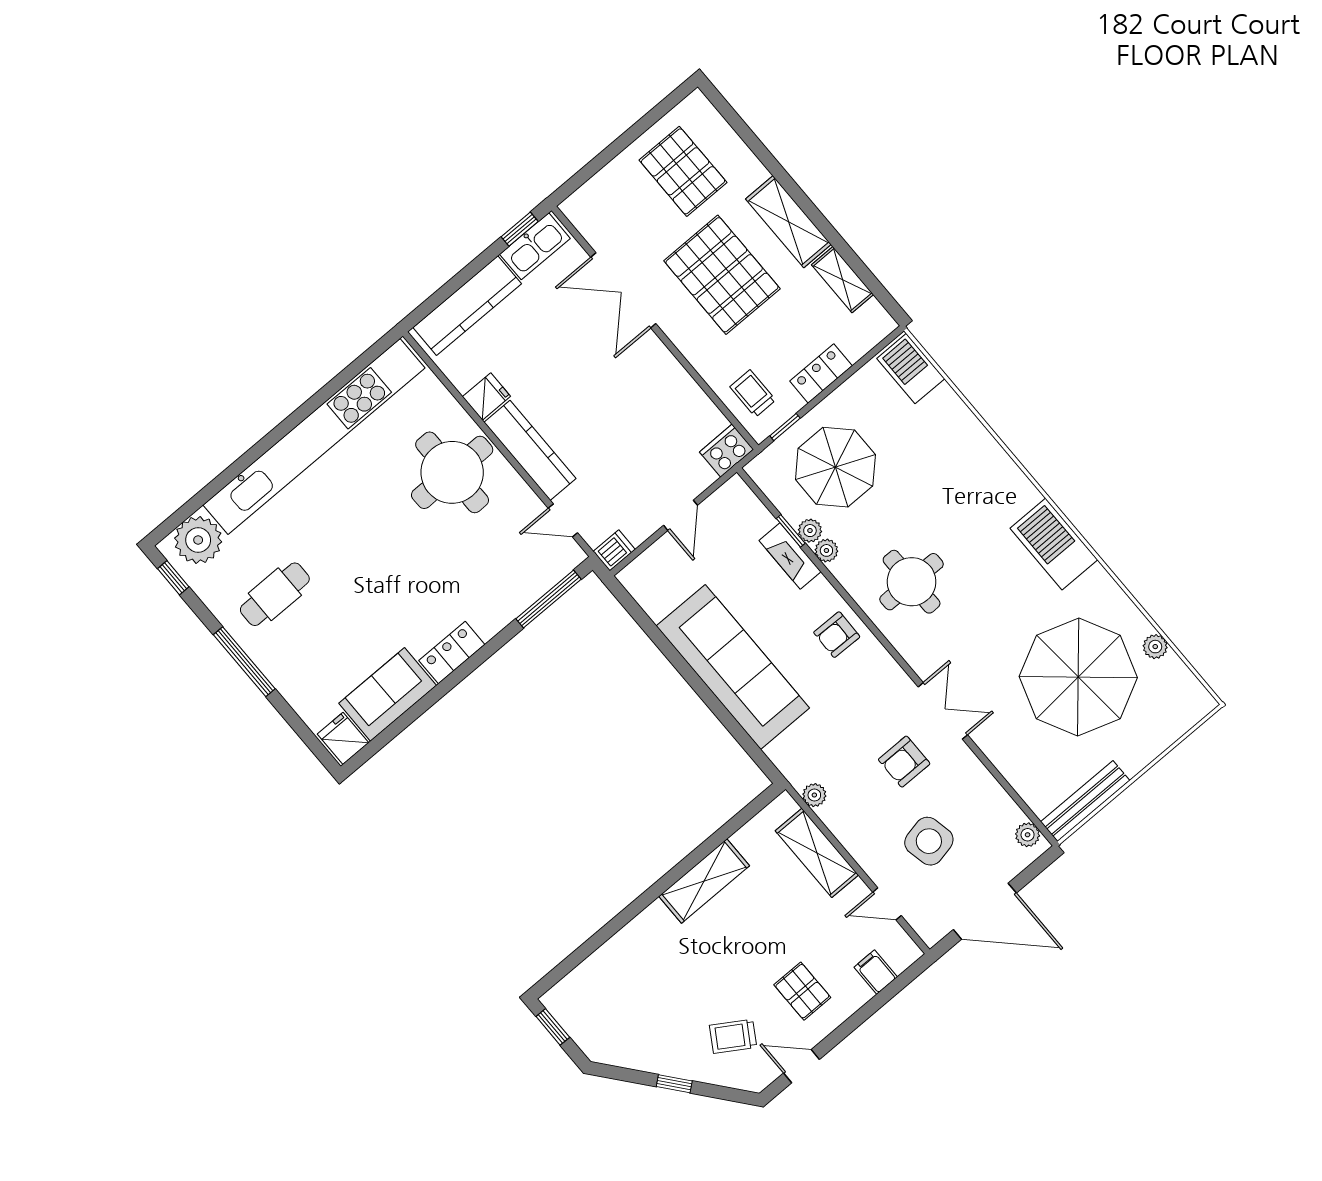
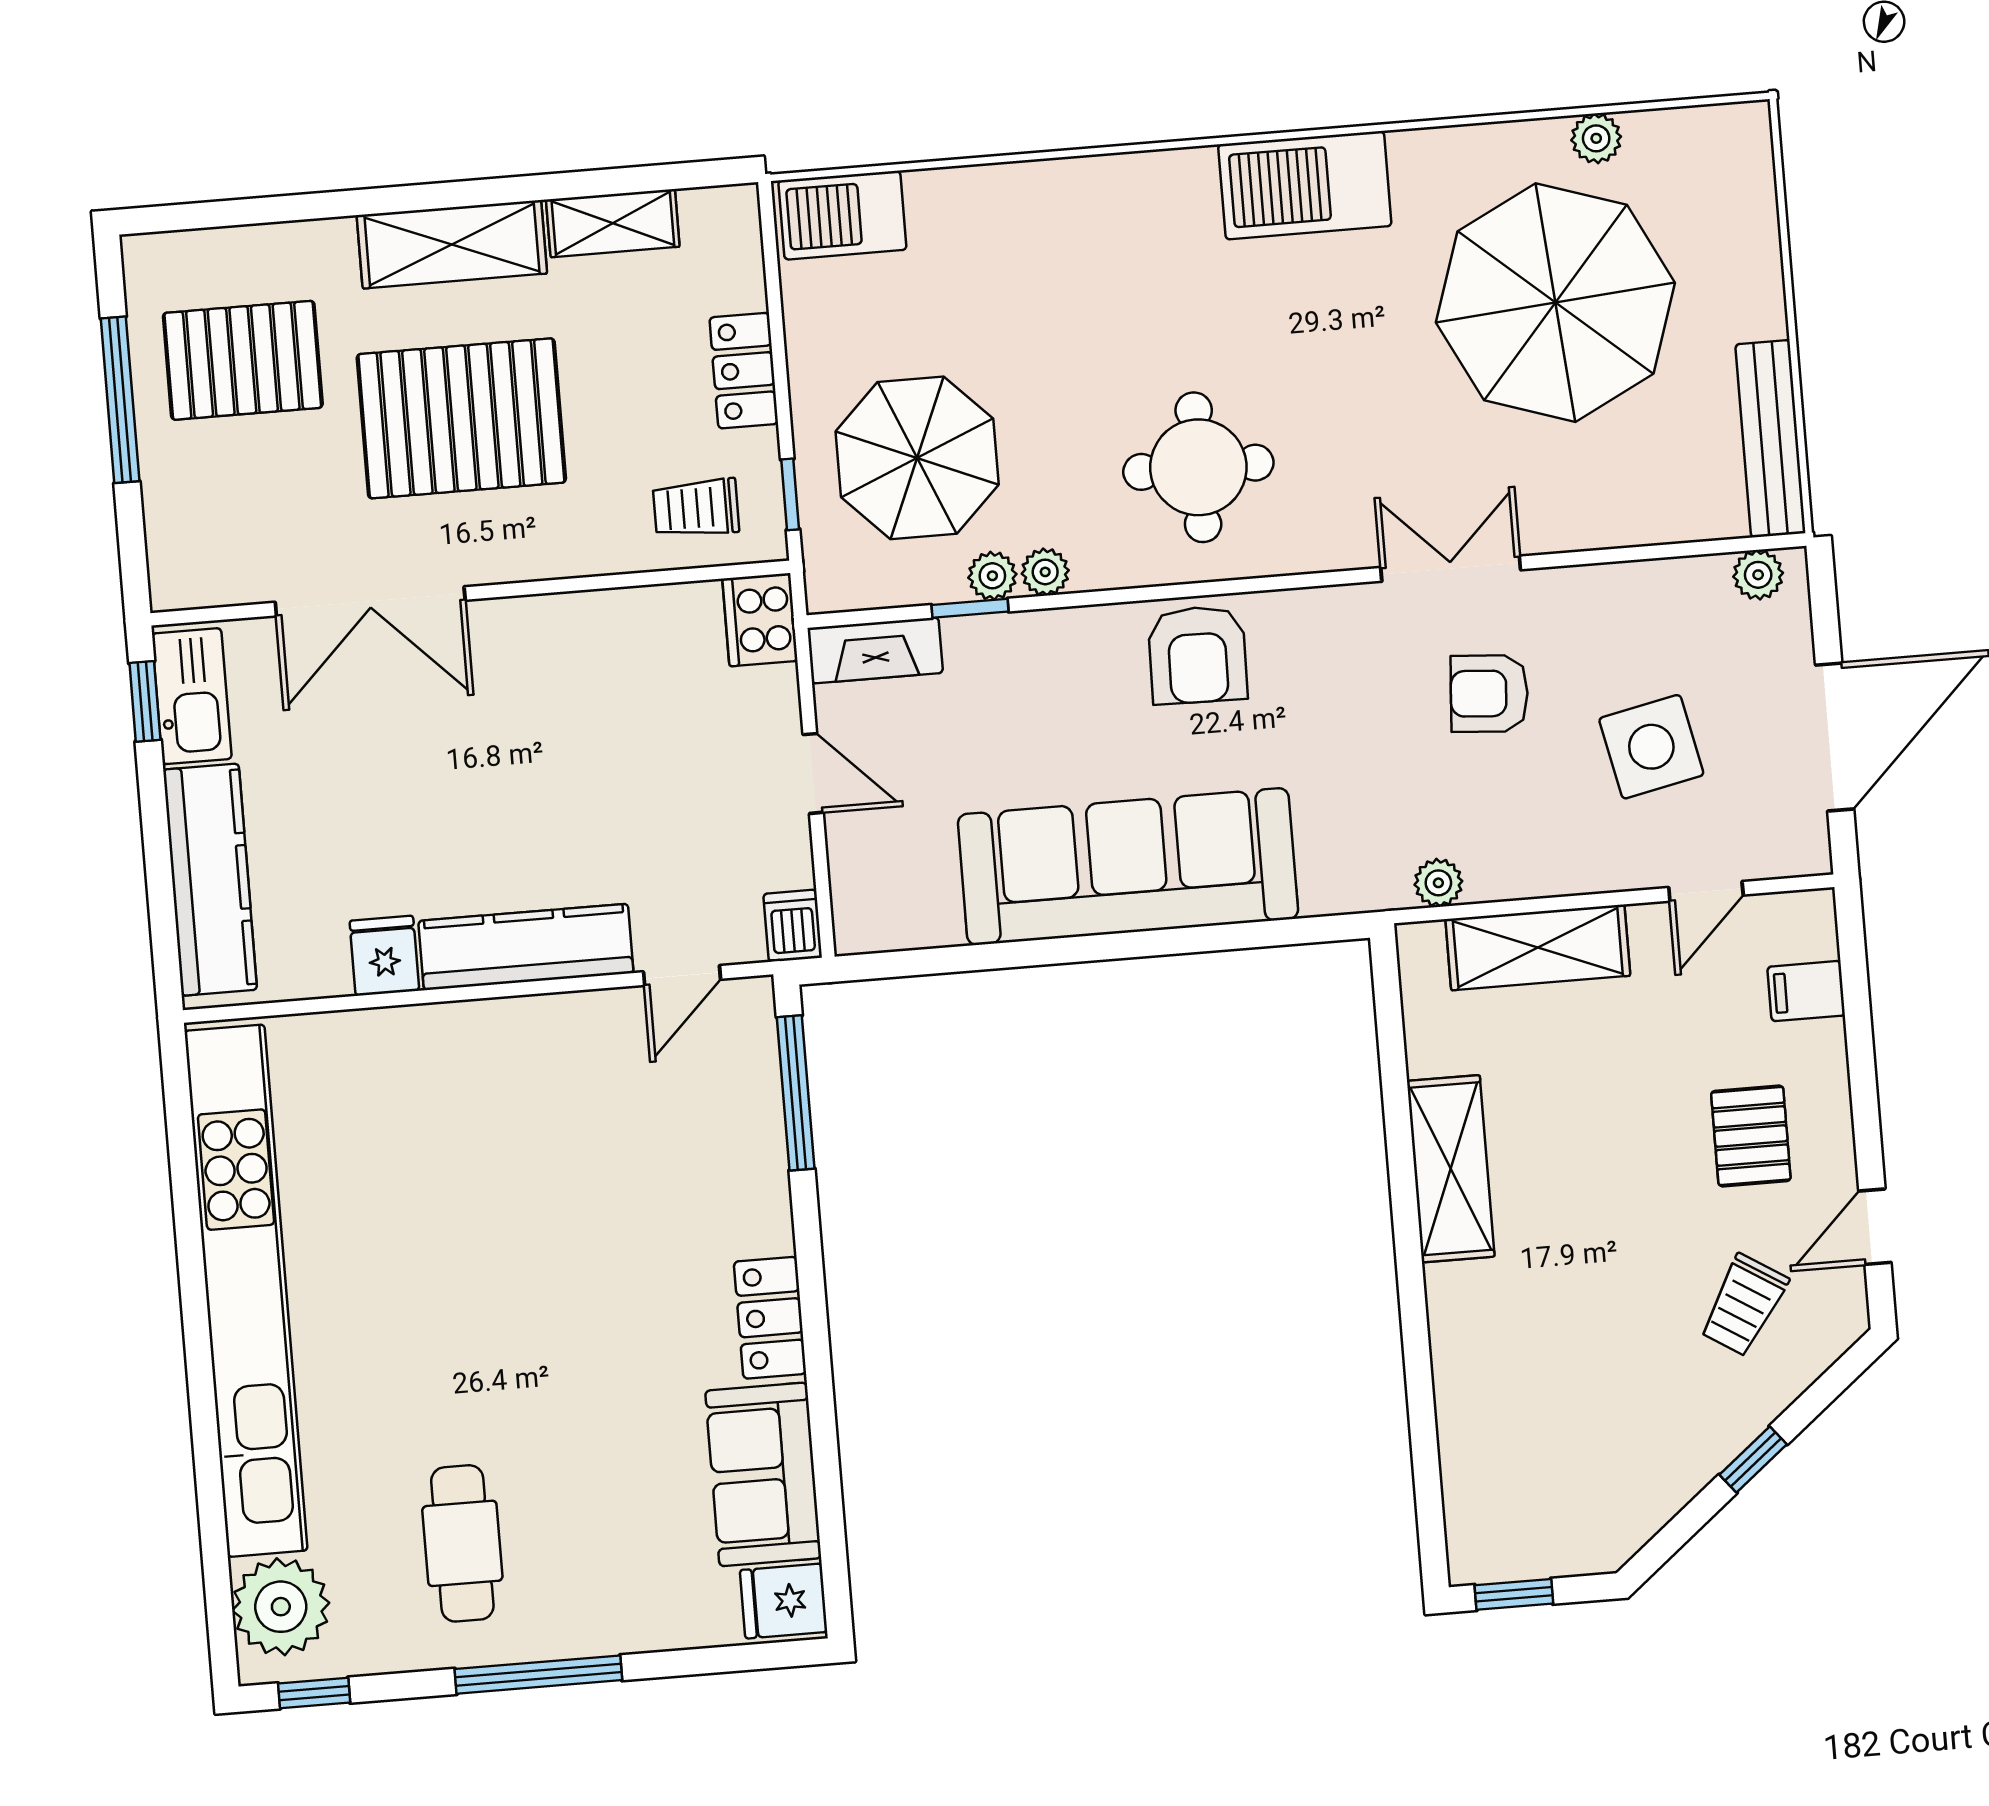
window: (633, 134) -> (120, 400), added
round table: (452, 472) -> (470, 1103), removed
fireplace: (790, 556) -> (875, 650), moved
armchair: (837, 635) -> (1198, 655), width x1.38, depth x1.38
armchair: (904, 762) -> (1489, 694), turned 94
pallet: (802, 991) -> (1751, 1136), turned 90

